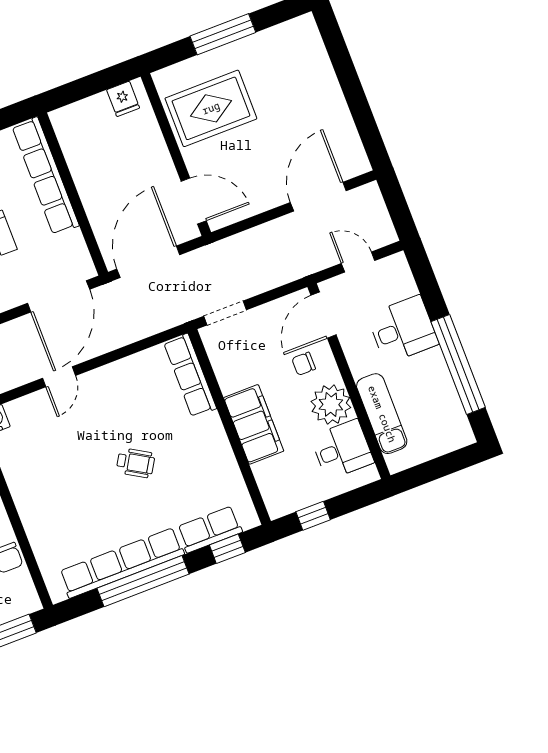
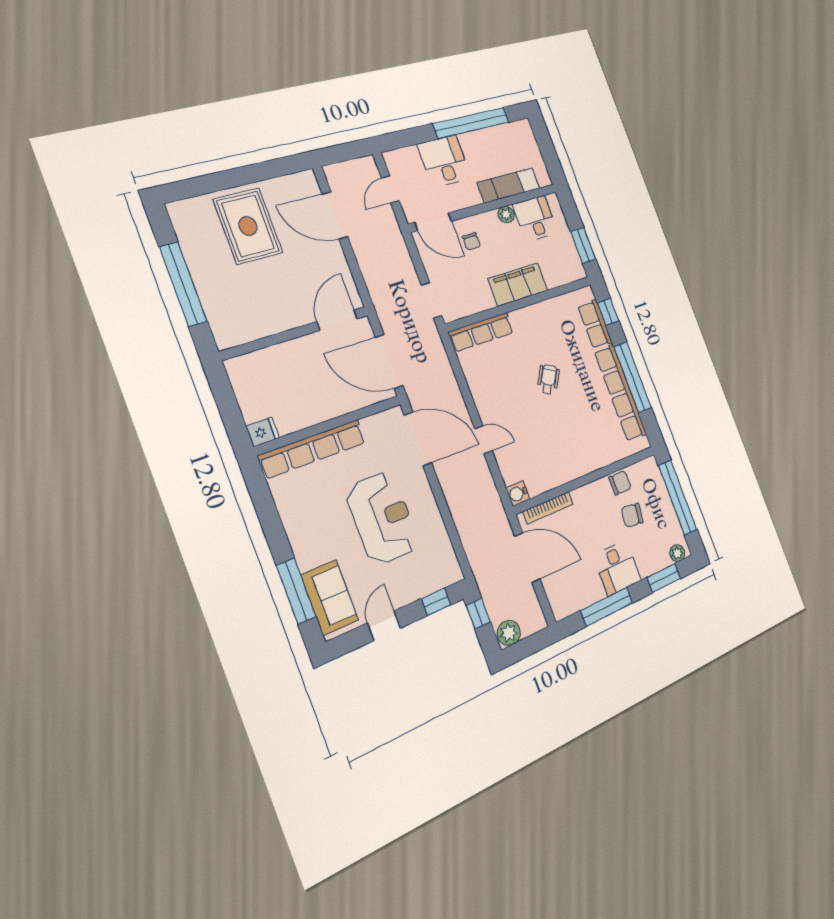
window: (223, 34) -> (183, 284), width x1.46
fridge: (123, 99) -> (263, 432), moved
rug: (211, 108) -> (248, 226), moved
plant: (331, 405) -> (506, 215), width x0.53, depth x0.53
window: (313, 516) -> (583, 245), width x1.50

